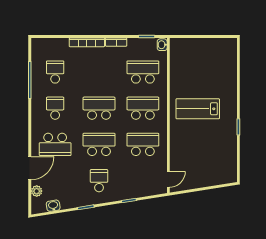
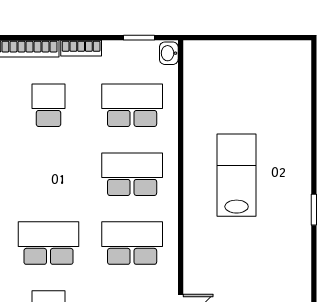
school desk: (99, 108) -> (48, 105), moved, width x0.54
lab bench: (198, 109) -> (237, 175), turned 90

